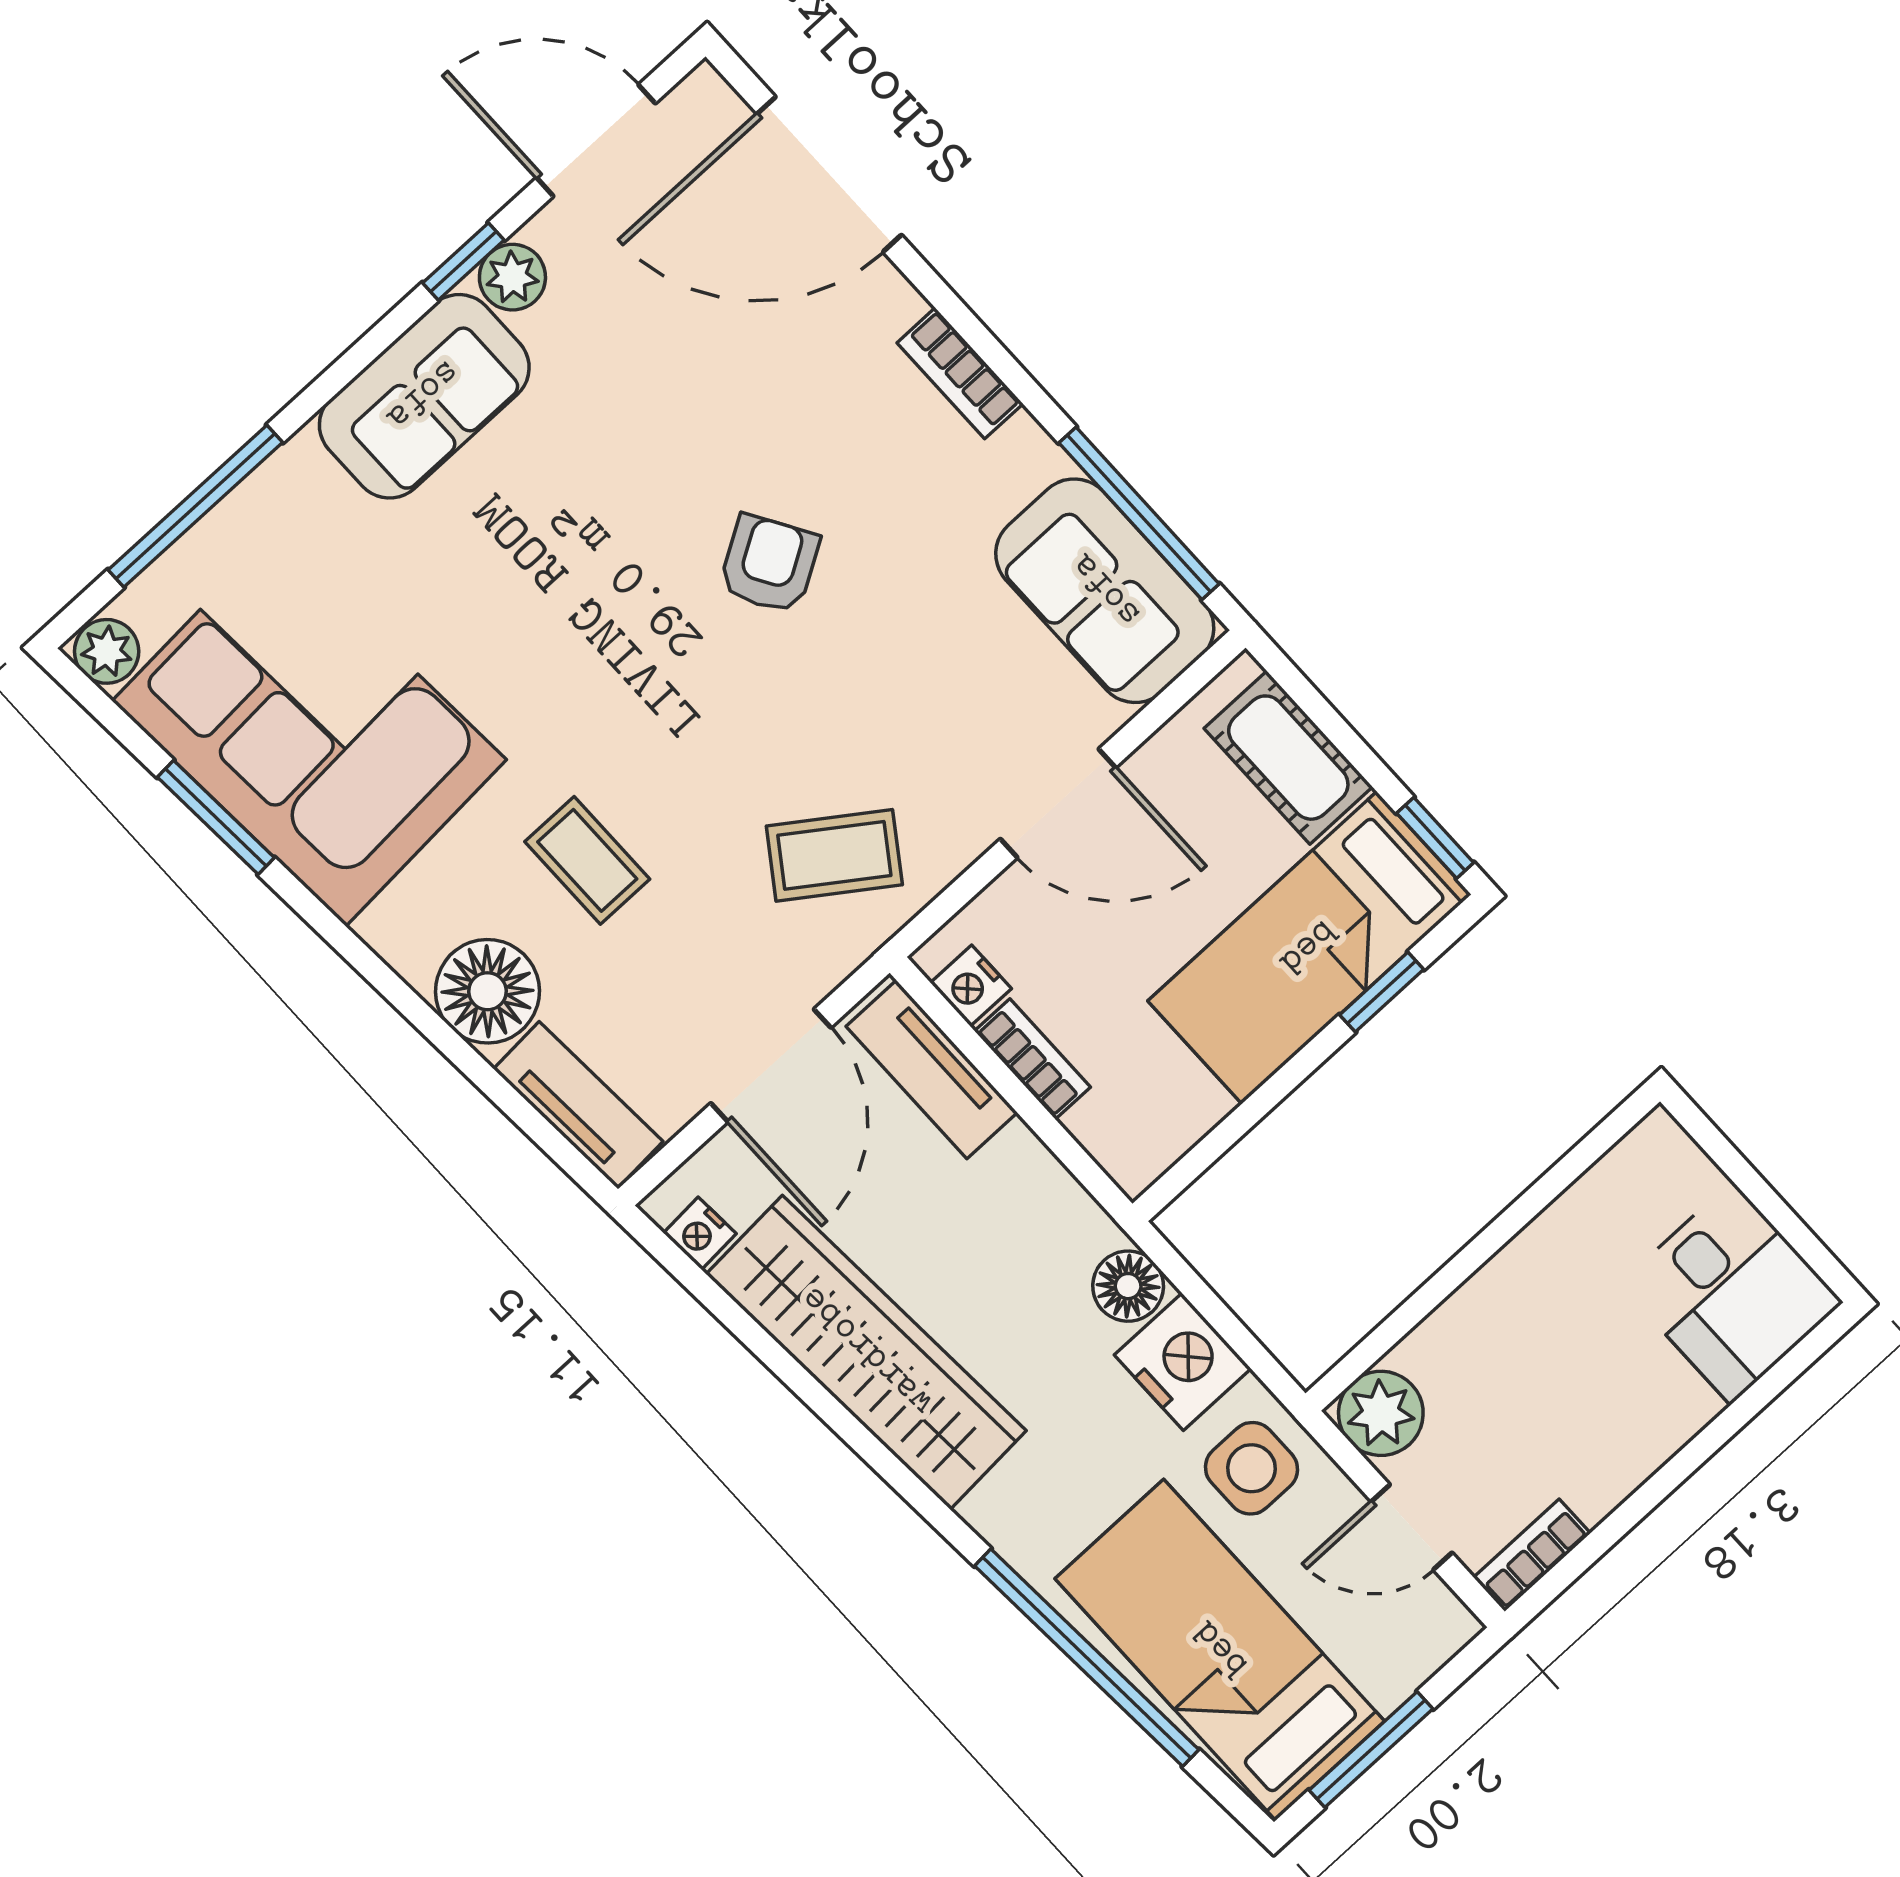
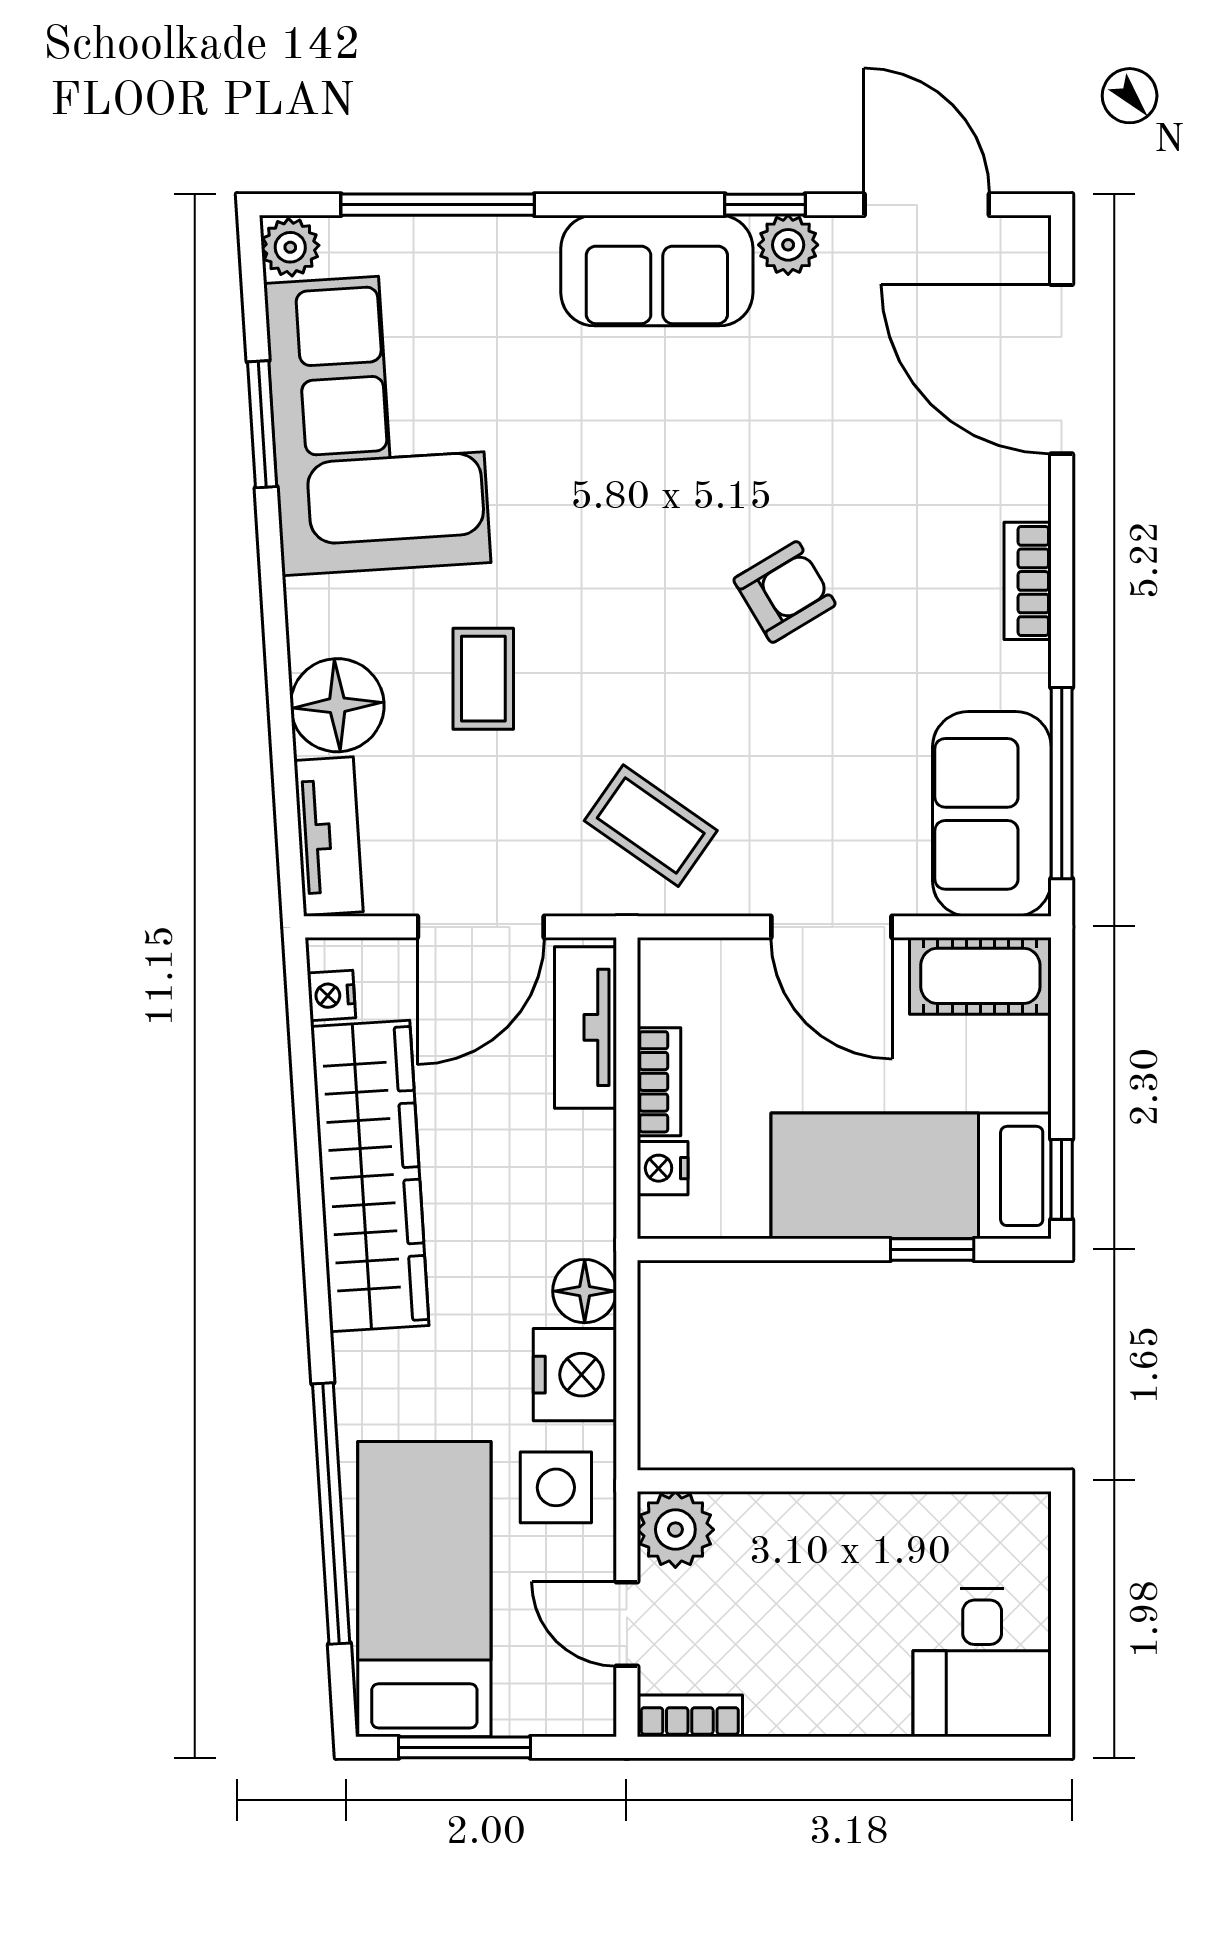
cot: (1288, 758) -> (980, 976), moved, turned 90
nightstand: (971, 986) -> (663, 1168), moved

